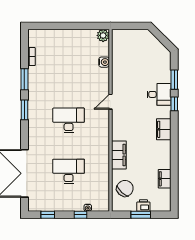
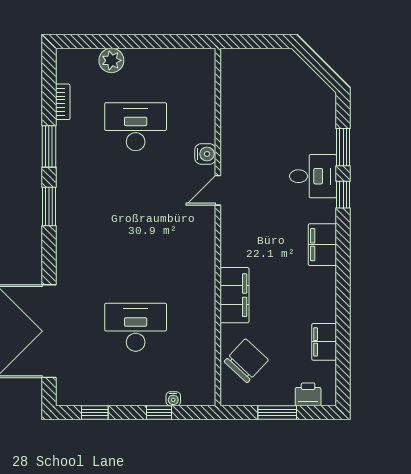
plant: (103, 35) -> (111, 60), moved
water cooler: (104, 62) -> (205, 154), moved
desk: (69, 120) -> (136, 127), moved
printer: (143, 205) -> (308, 394), moved

